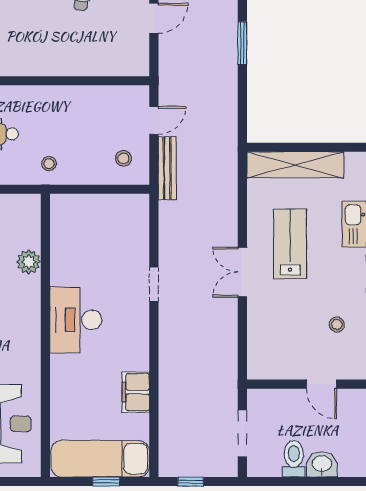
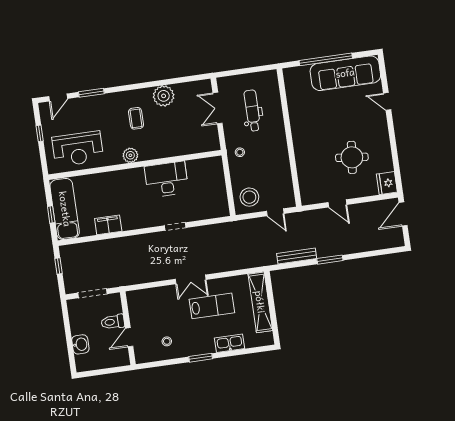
stool: (123, 158) -> (249, 197), width x1.89, depth x1.89
bench: (167, 168) -> (297, 256), moved
plant: (29, 262) -> (130, 155), moved
double door: (242, 272) -> (191, 279), swing flipped
desk: (76, 320) -> (166, 179), moved
toilet: (294, 459) -> (113, 322), moved, turned 180

